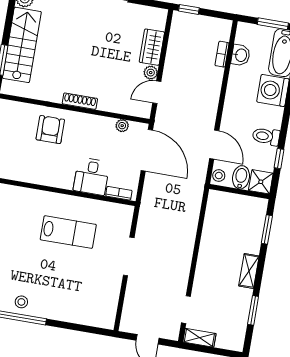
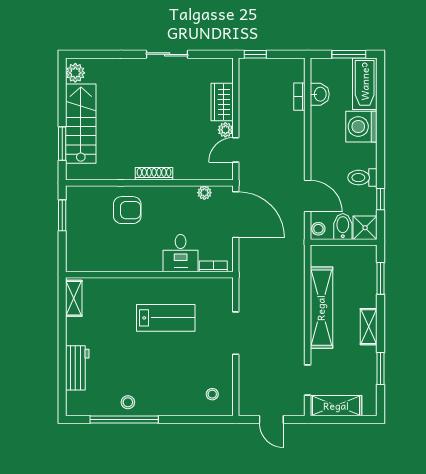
armchair: (50, 130) -> (127, 210), turned 90
shelving: (209, 247) -> (321, 308), added
stool: (98, 308) -> (212, 394), added
shelving: (199, 338) -> (336, 406), width x1.50, depth x1.33

